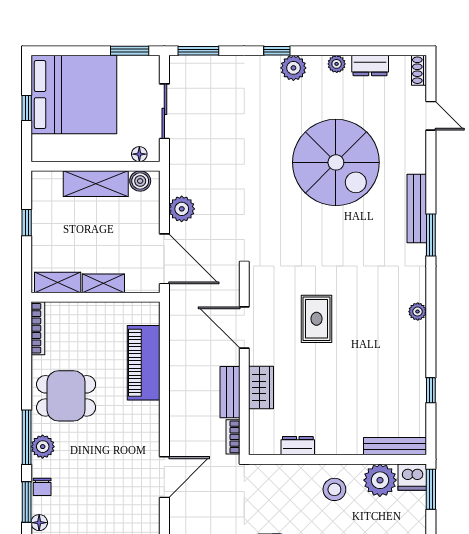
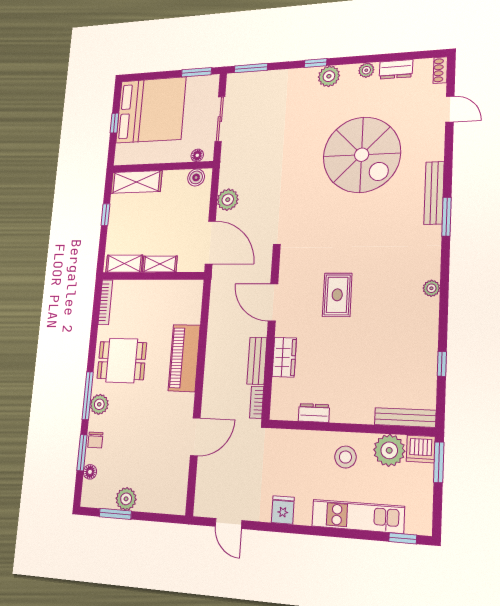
shelving: (96, 184) -> (136, 182), moved
piano: (144, 363) -> (184, 358), moved

